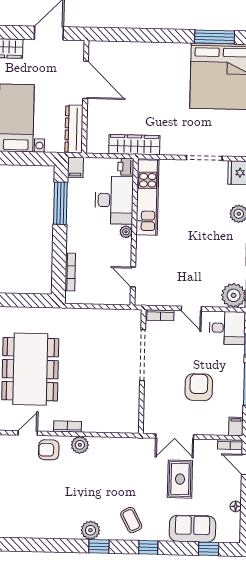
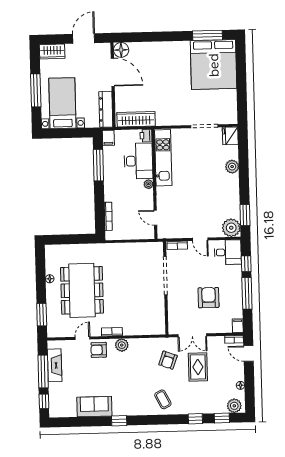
floor lamp: (98, 51) -> (121, 50), added
wardrobe: (134, 145) -> (136, 119), moved
armchair: (141, 468) -> (168, 360), added
sofa: (192, 529) -> (94, 407), moved
plant: (90, 530) -> (234, 406), moved
window: (99, 546) -> (119, 421), moved
window: (148, 547) -> (195, 419), moved

